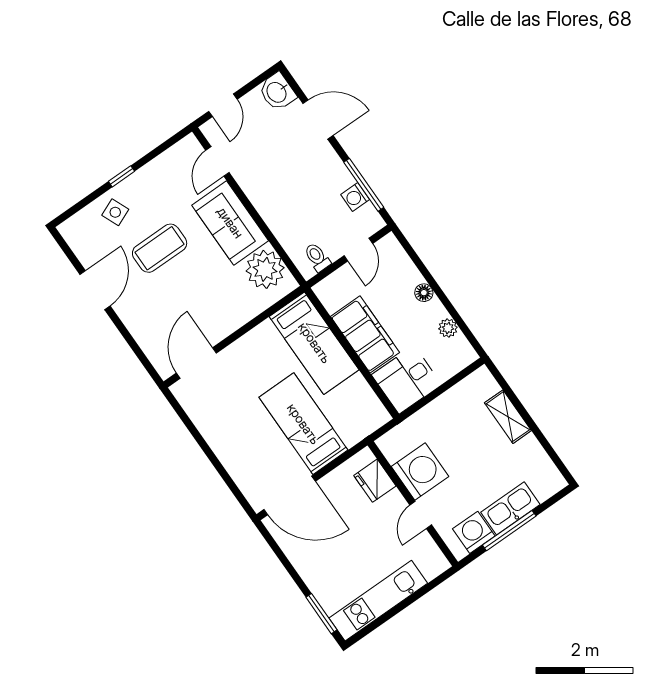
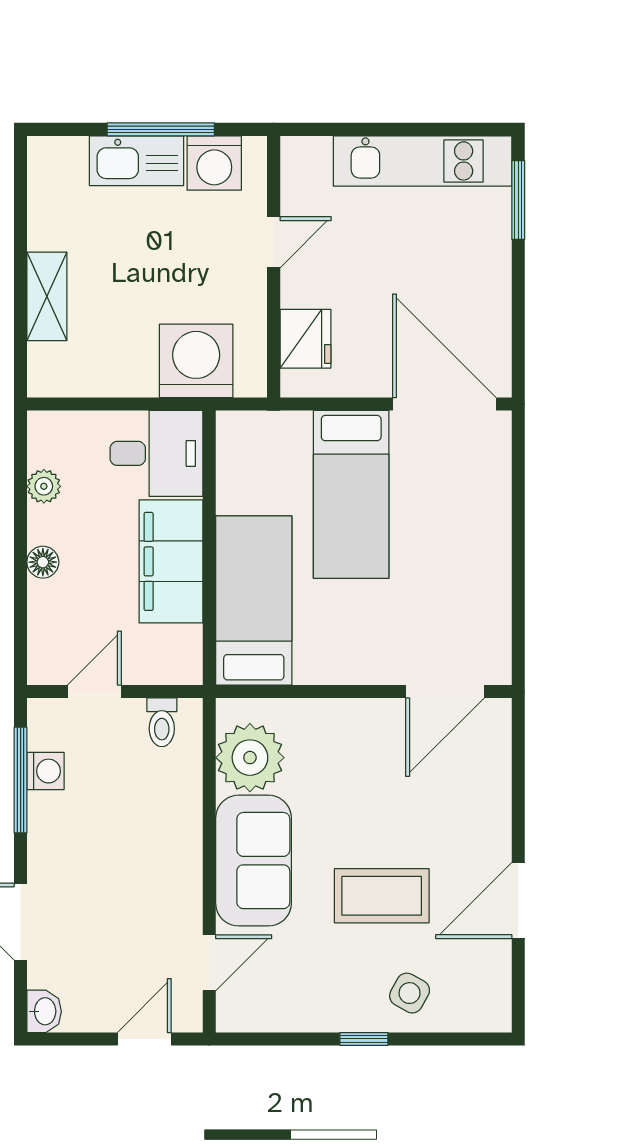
washbasin: (277, 92) -> (44, 1011), width x0.72, depth x0.69
side table: (115, 212) -> (410, 993), turned -38
washing machine: (420, 471) -> (196, 361), moved, turned 90

